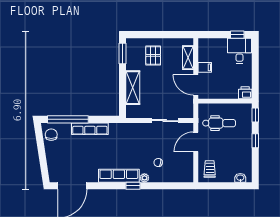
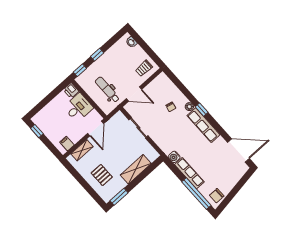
desk: (239, 51) -> (78, 108), moved, turned 180
pallet: (153, 55) -> (102, 175), turned 90
filing cabinet: (205, 67) -> (67, 143), moved
water cooler: (115, 128) -> (174, 157), added

